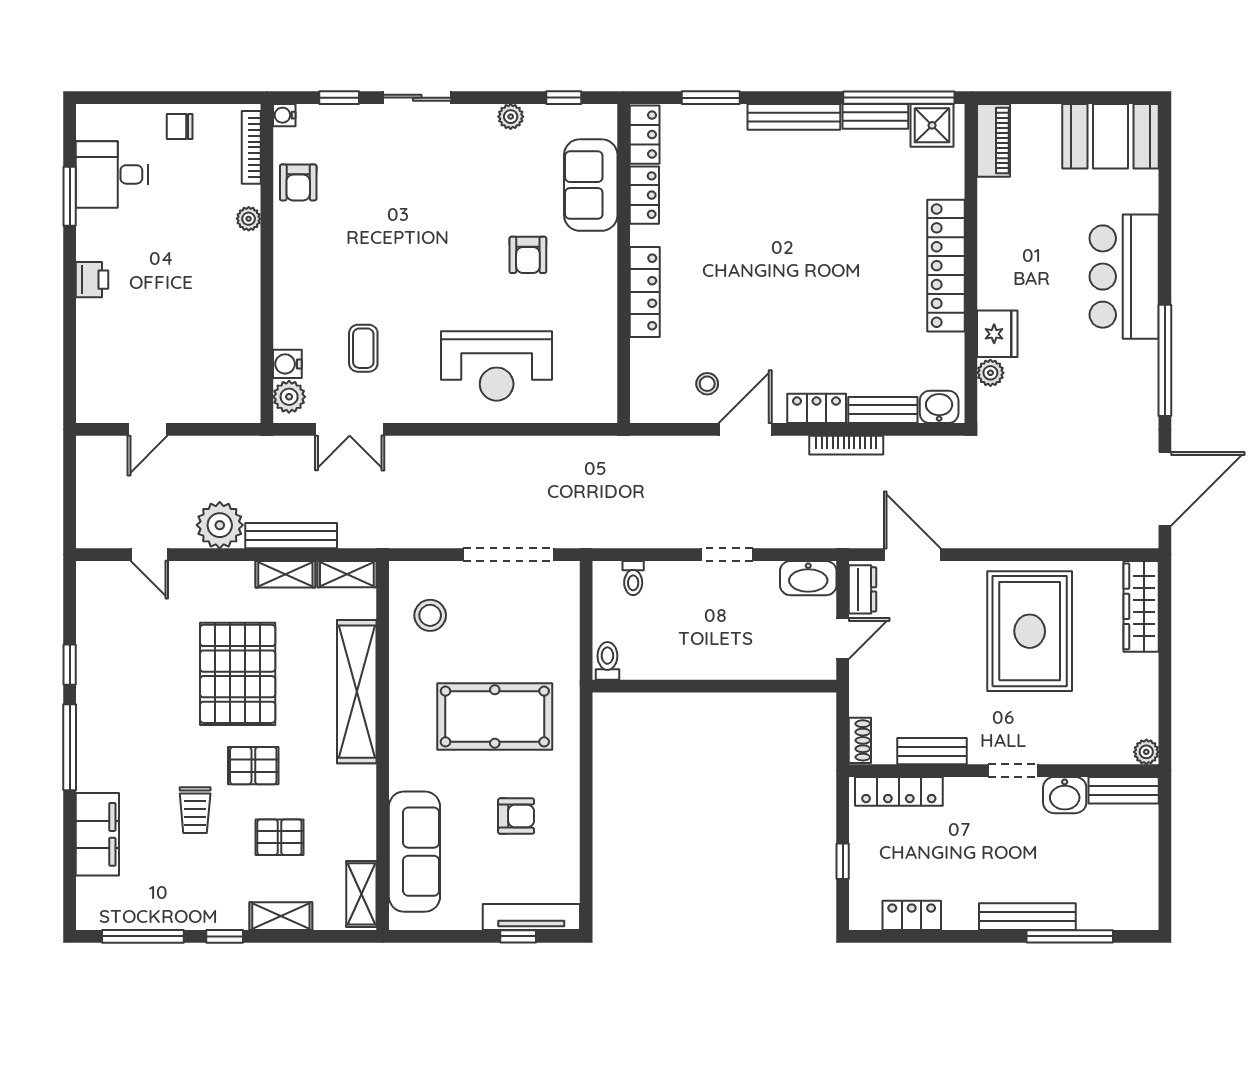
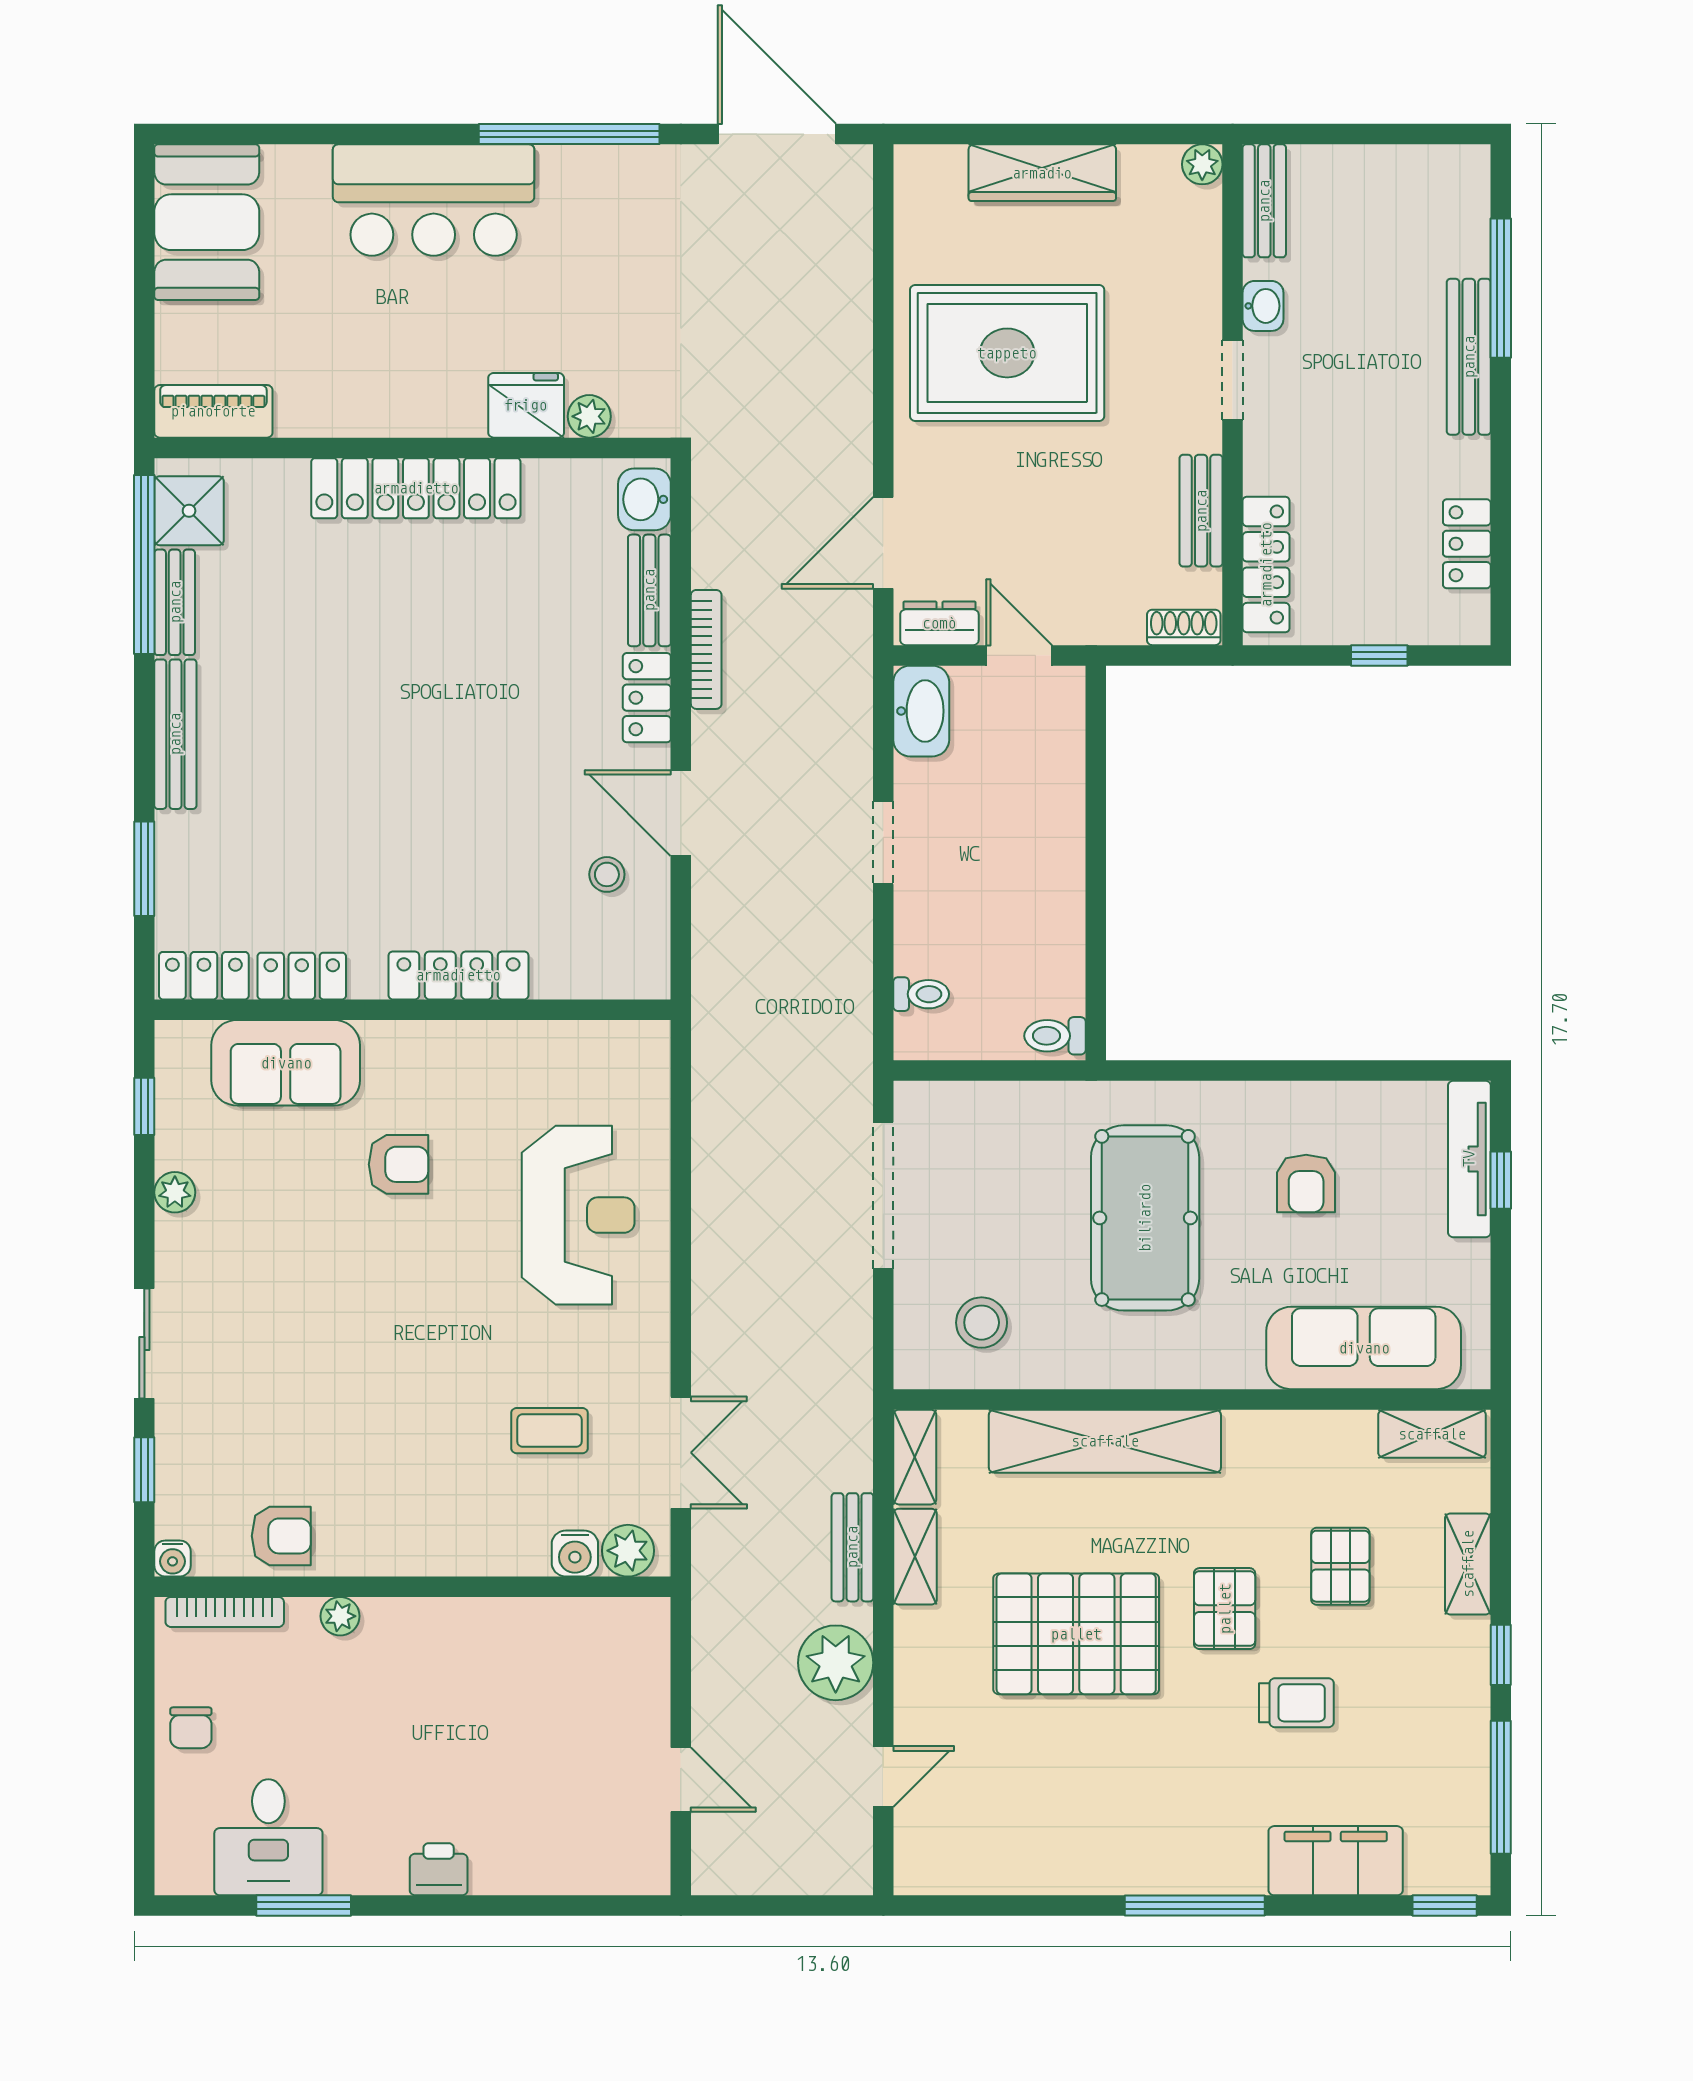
bench: (291, 536) -> (852, 1547), width x0.73
wardrobe: (1141, 606) -> (1042, 173), moved
window: (70, 665) -> (1445, 1906), moved
washbasin: (1065, 795) -> (1263, 306), width x0.72, depth x0.69
armchair: (516, 816) -> (1306, 1184), turned 180

